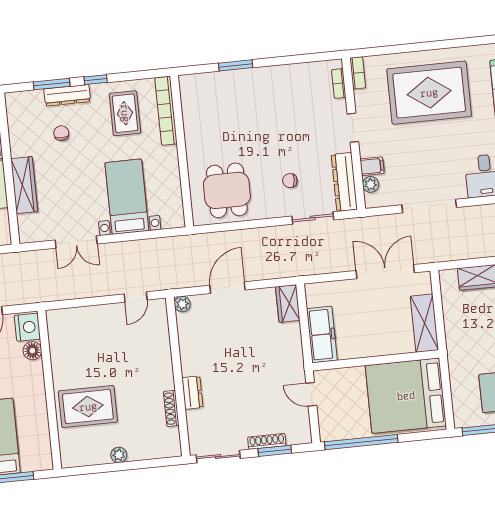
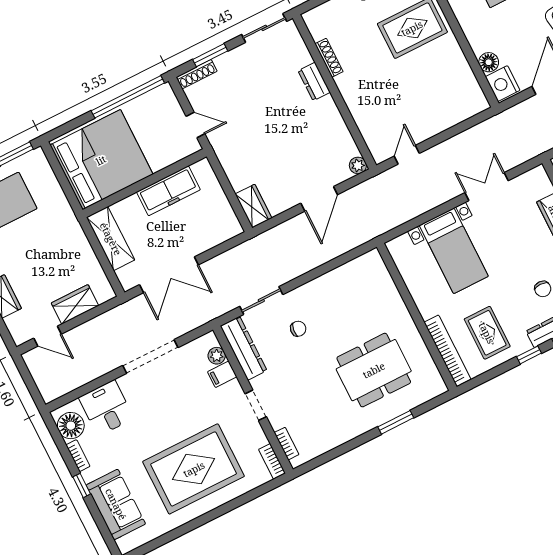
dining table: (227, 190) -> (374, 370), moved, width x1.38
freezer: (322, 335) -> (168, 191), moved, turned -90
shoe rack: (267, 441) -> (197, 74), moved

